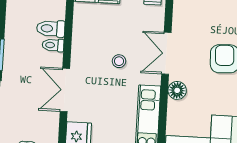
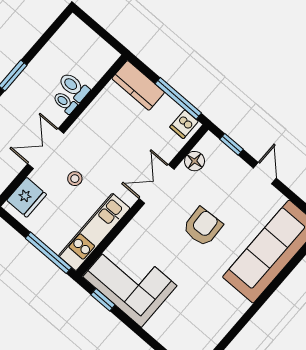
stool: (119, 61) -> (75, 179), moved
floor lamp: (177, 90) -> (195, 161), moved

